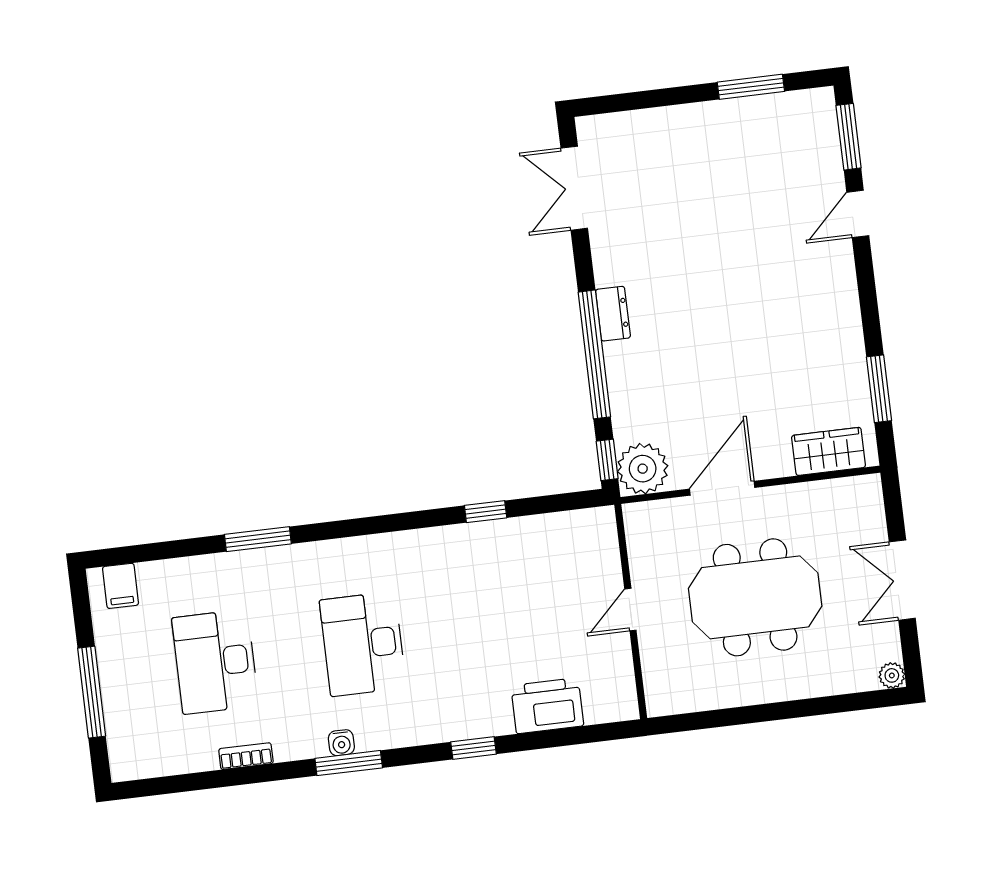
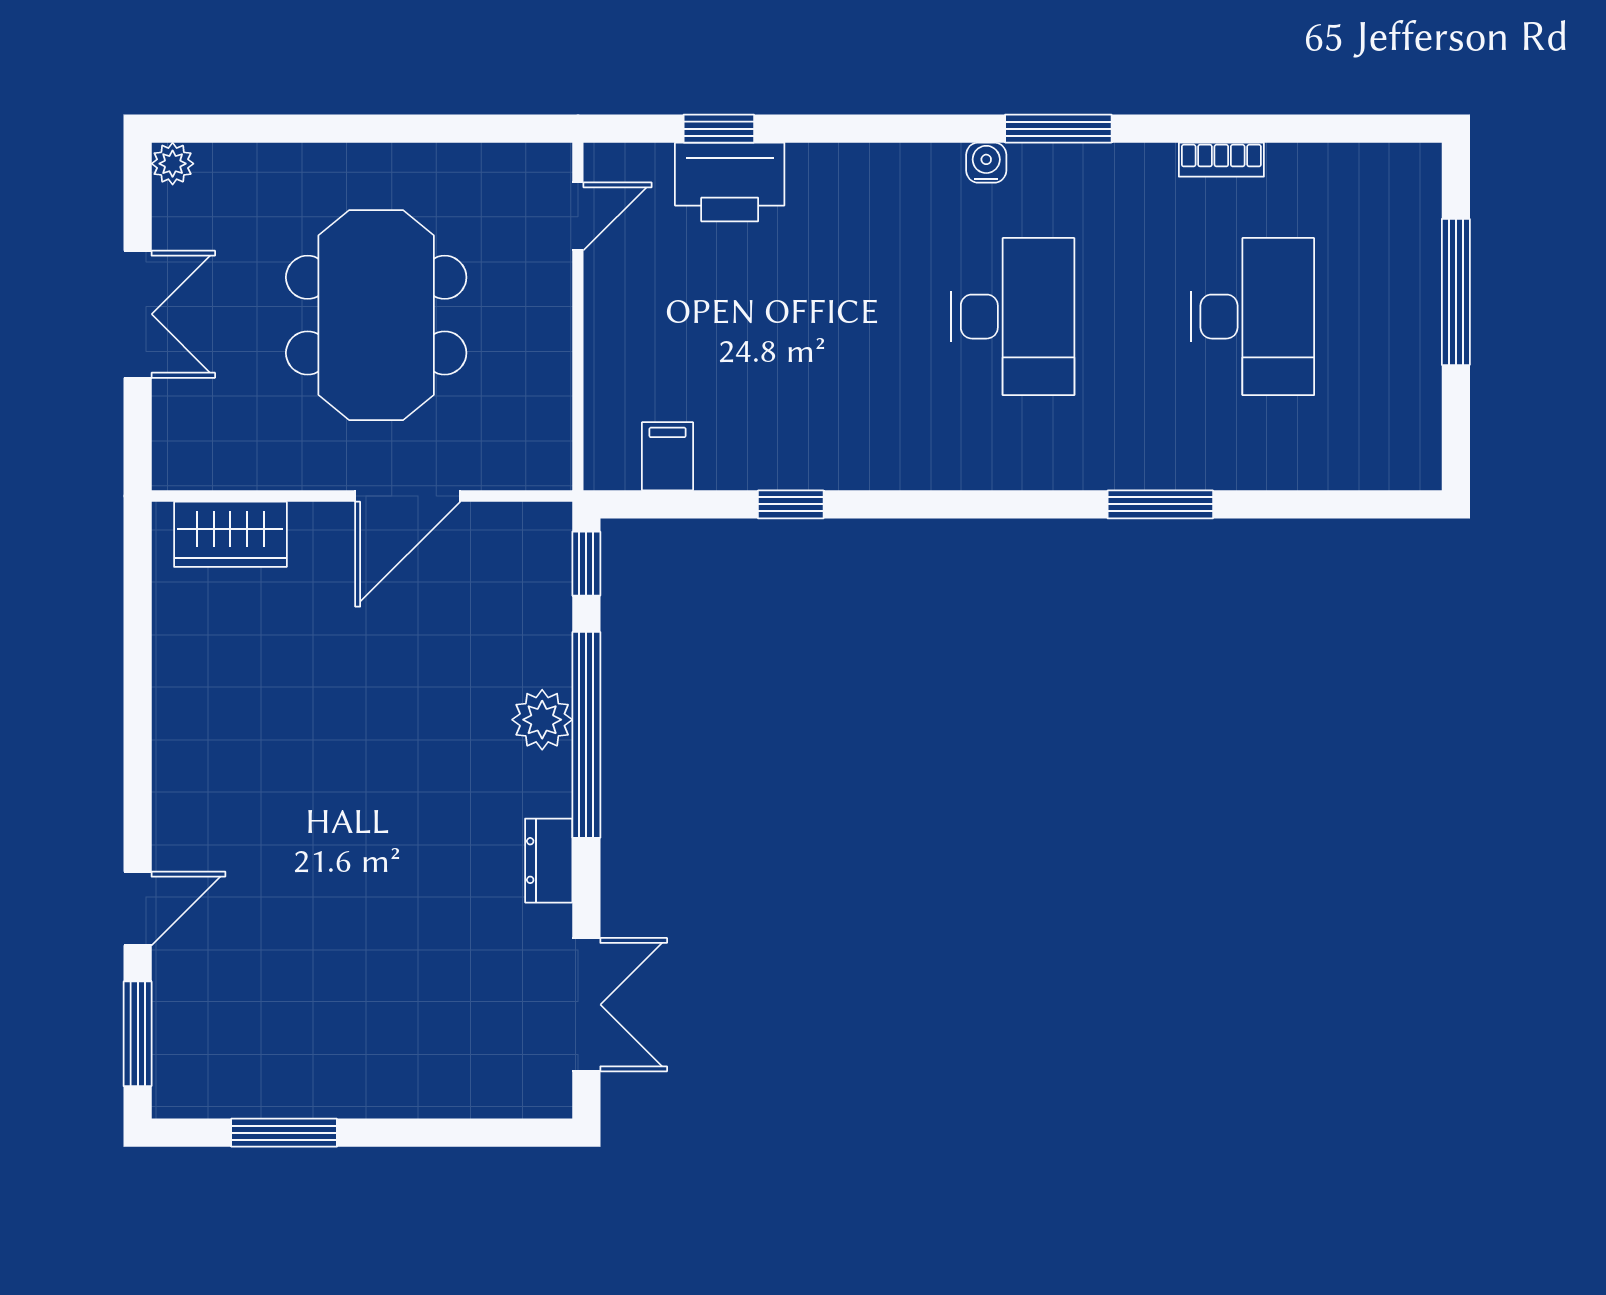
dresser: (613, 314) -> (549, 861), moved
window: (879, 389) -> (138, 625), removed
plant: (643, 469) -> (542, 720), moved, width x0.73, depth x0.73
filing cabinet: (121, 586) -> (668, 456), moved
meeting table: (755, 597) -> (376, 315), turned 90
door: (630, 610) -> (578, 216), moved
water cooler: (341, 743) -> (986, 163), moved
window: (473, 748) -> (719, 129), moved

